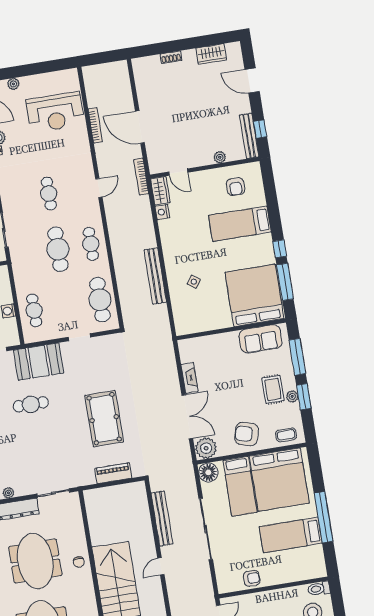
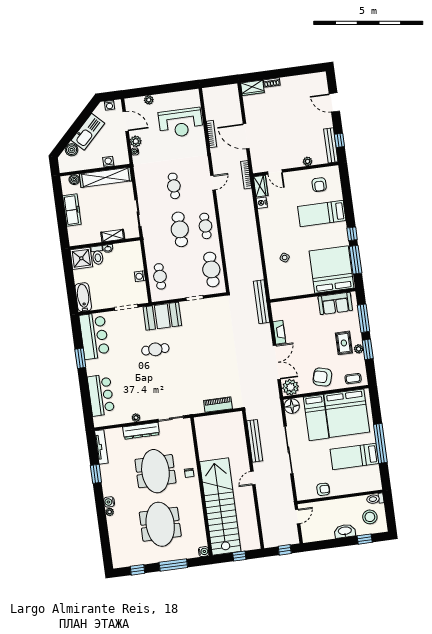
wardrobe: (211, 54) -> (252, 88), moved
bench: (155, 276) -> (261, 302), moved
pool table: (104, 419) -> (212, 362), removed

